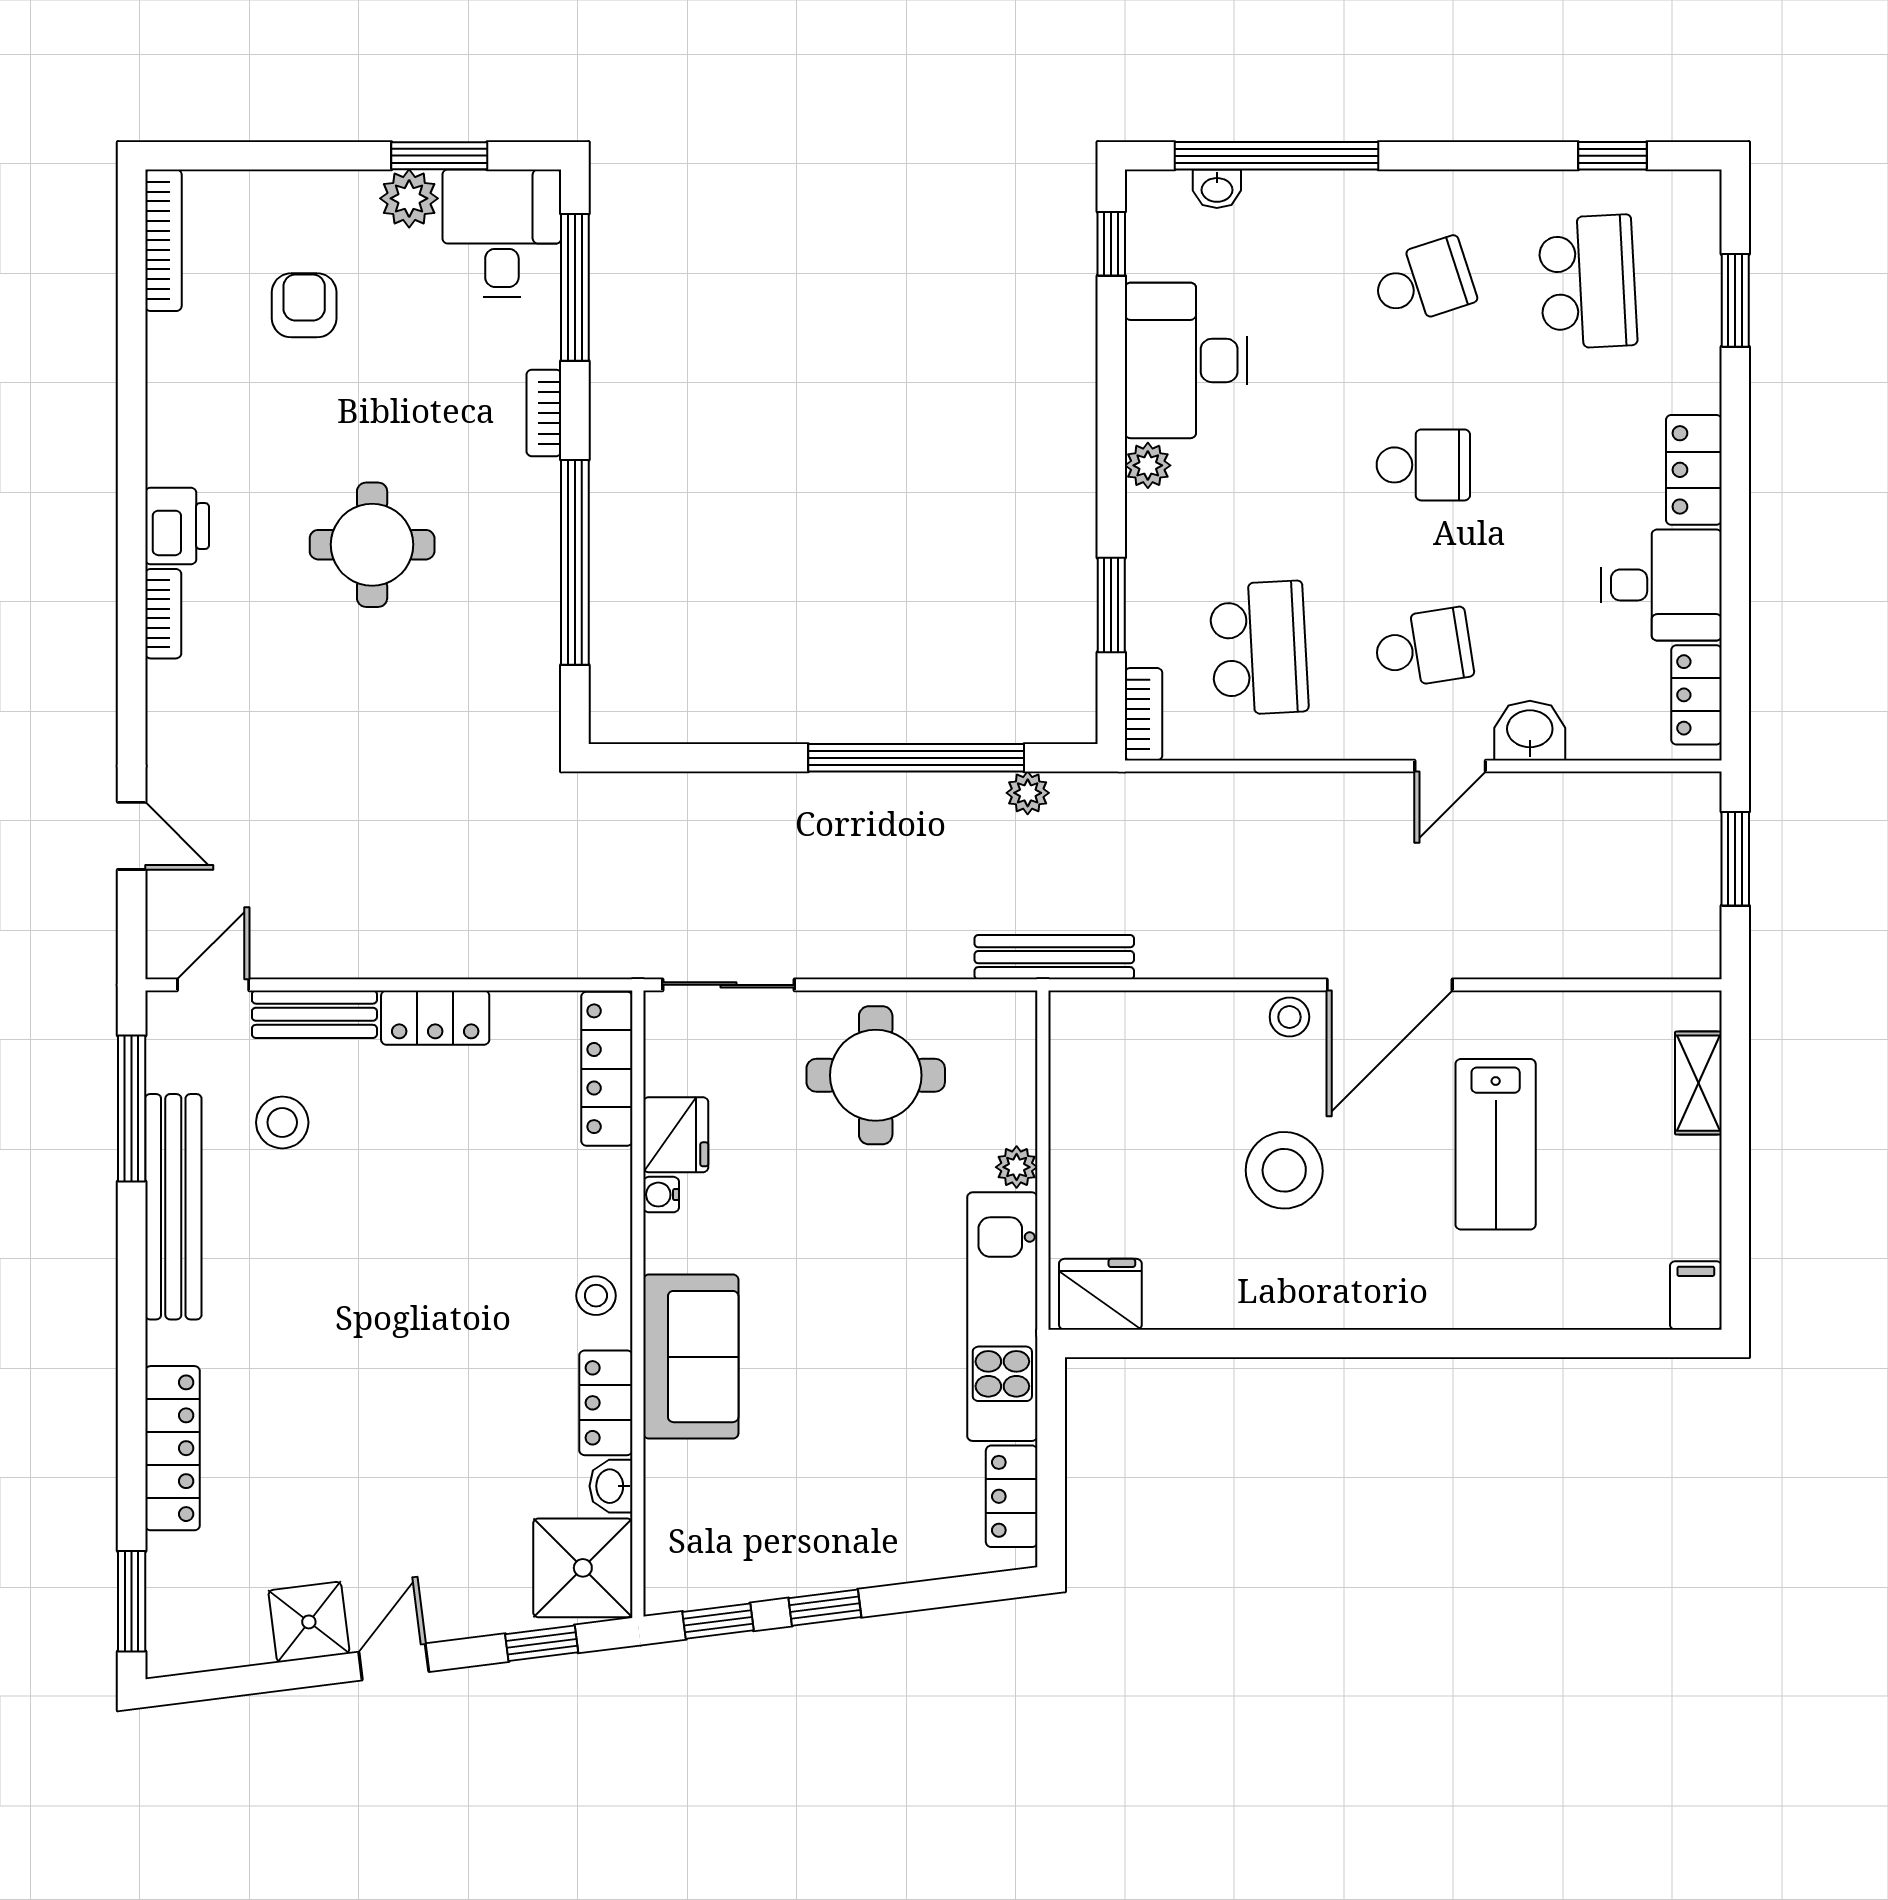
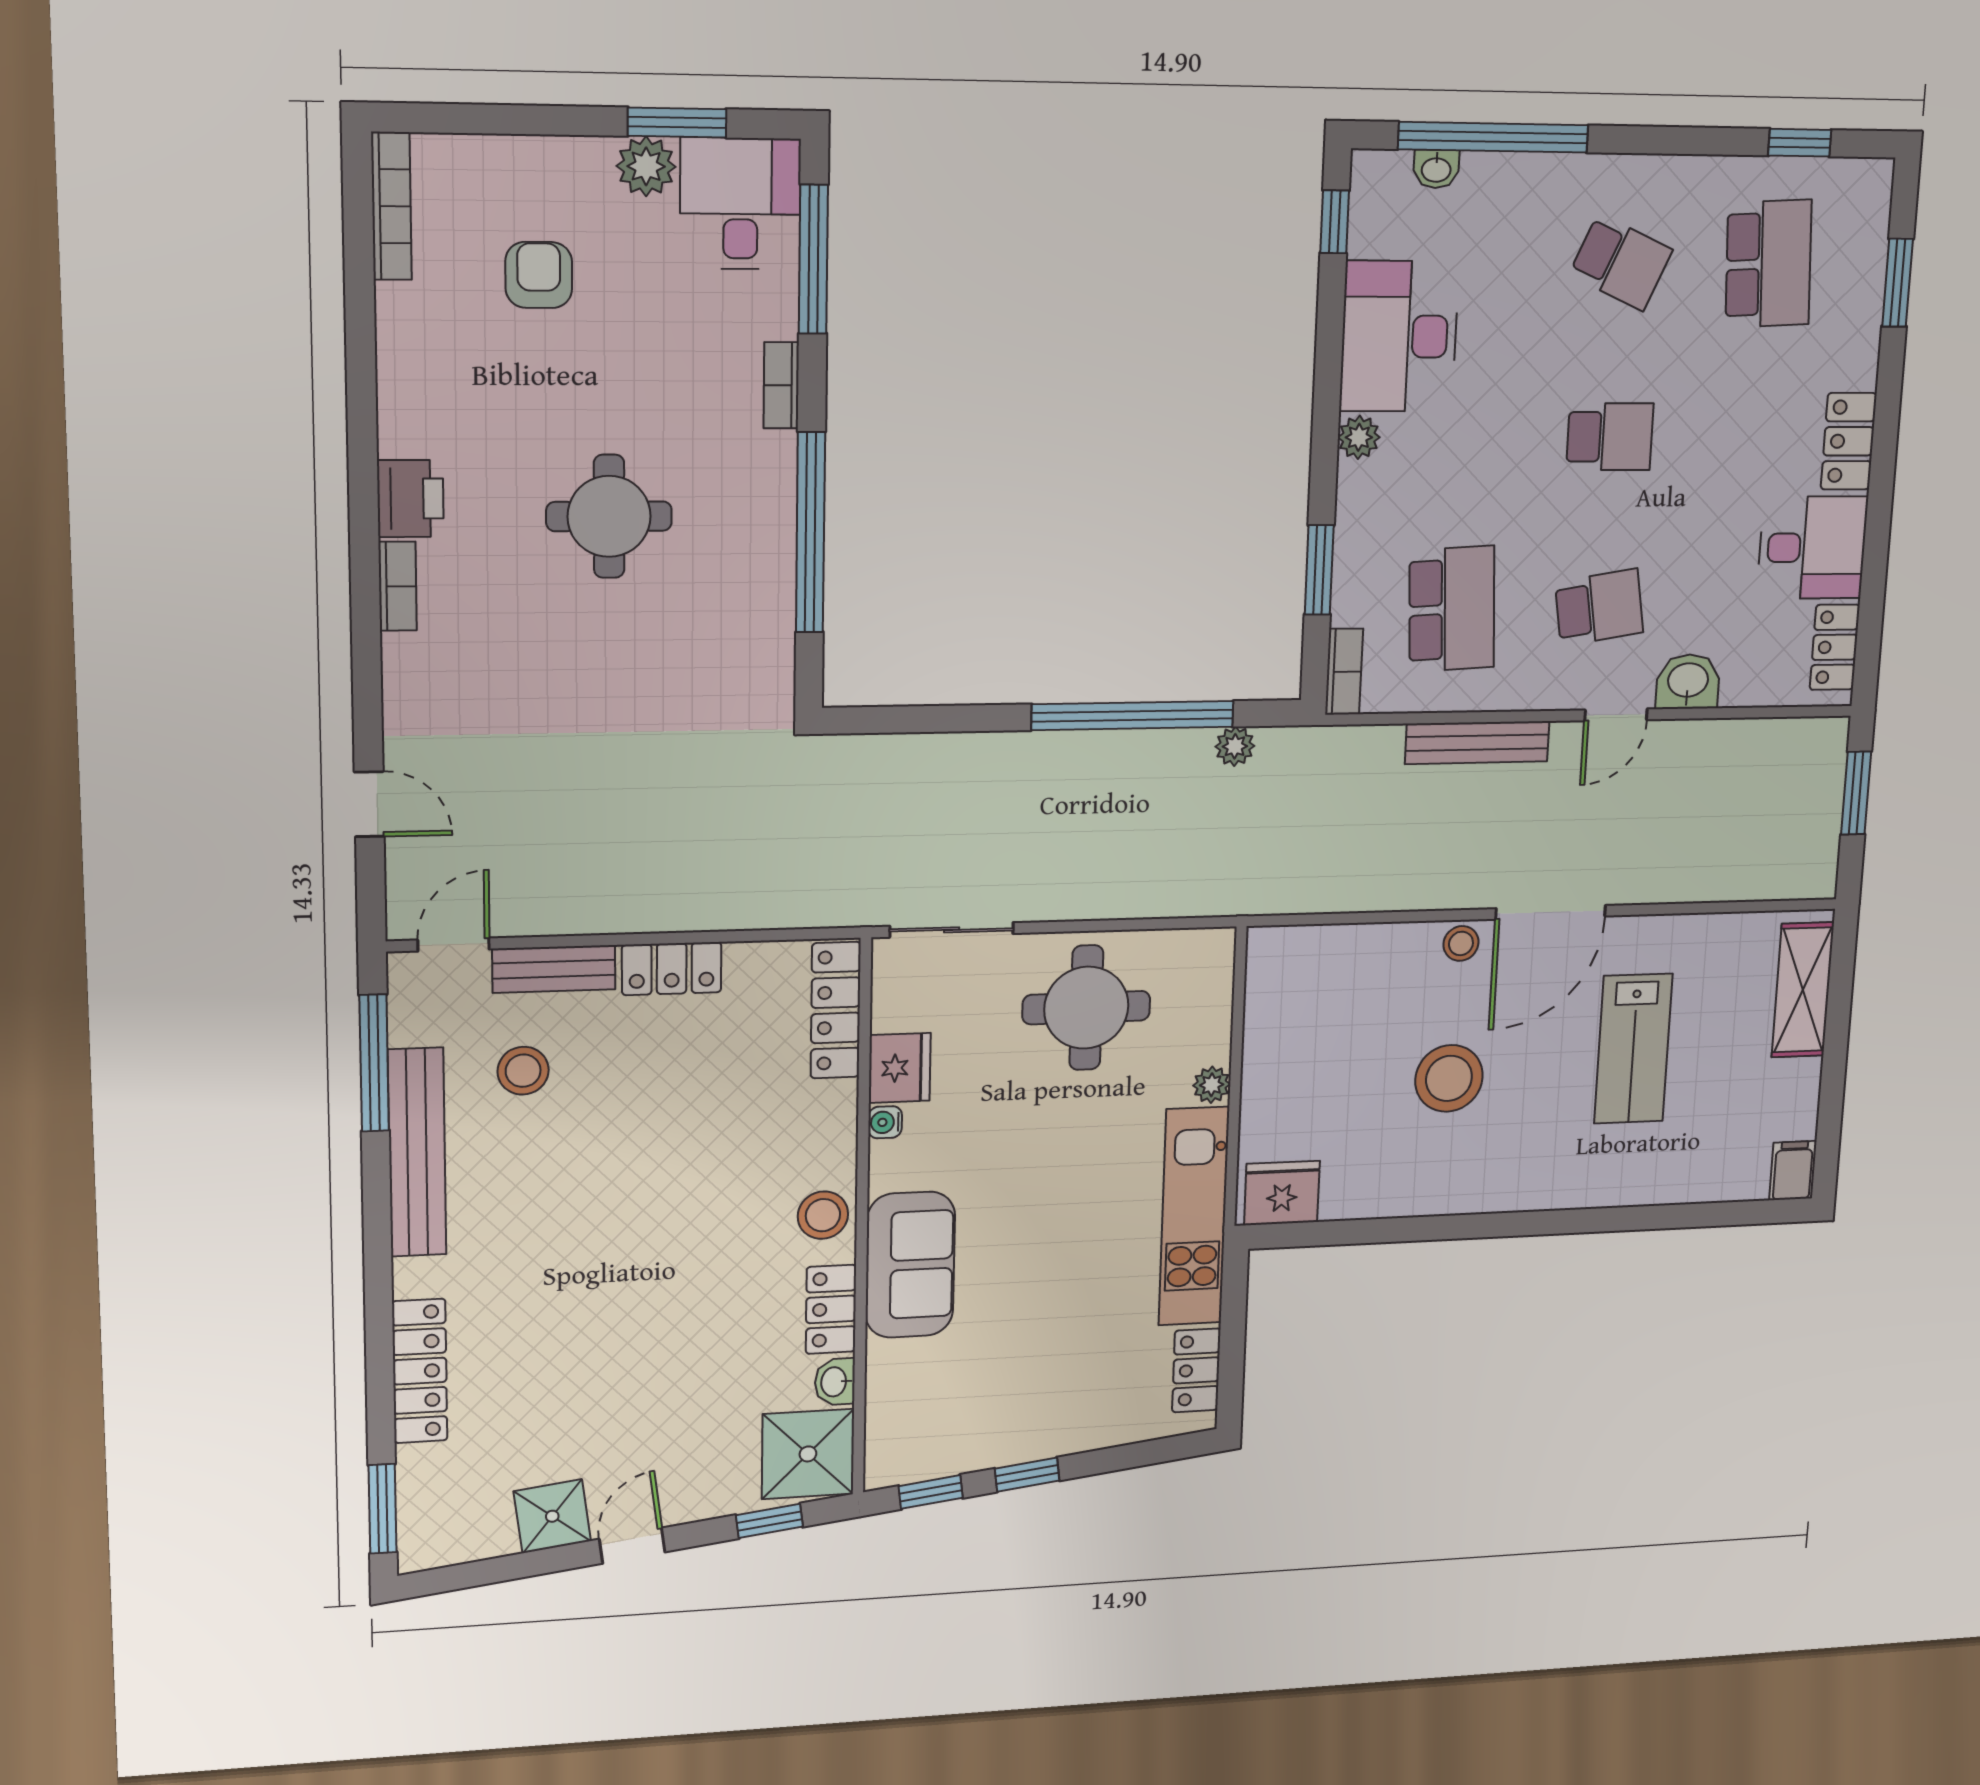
school desk: (1423, 282) -> (1621, 262), turned 42
bench: (1054, 957) -> (1477, 743), moved
shelving: (1698, 1083) -> (1803, 990), width x1.50, depth x1.33
stool: (596, 1296) -> (823, 1215), width x1.37, depth x1.37

